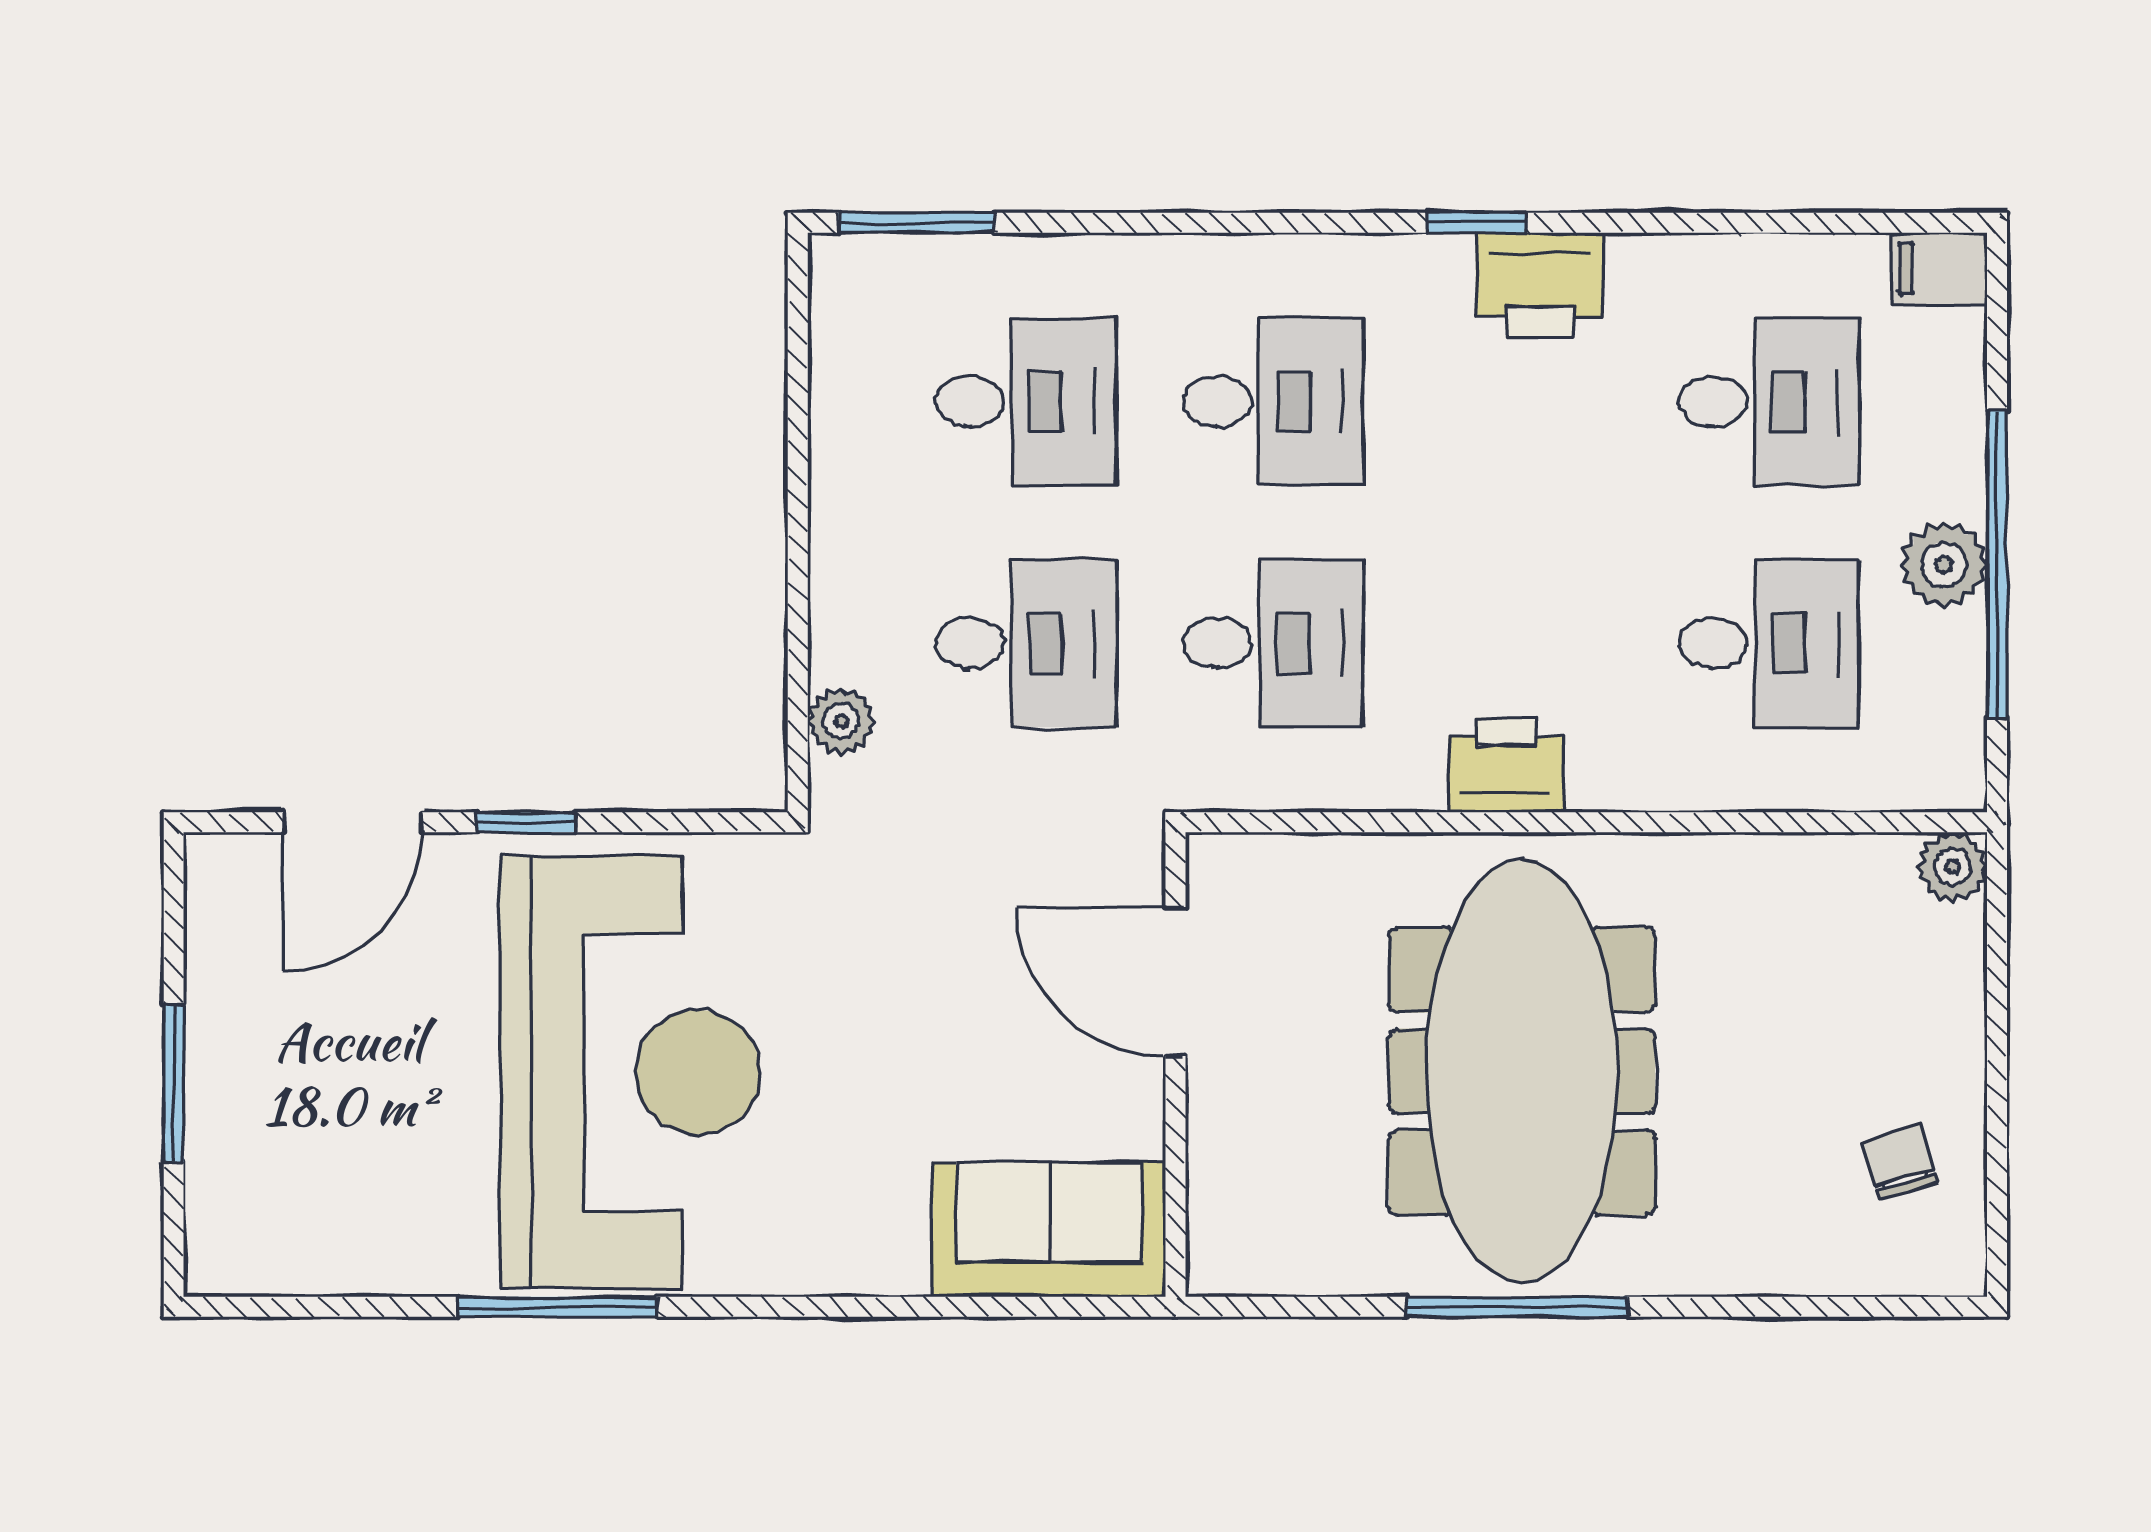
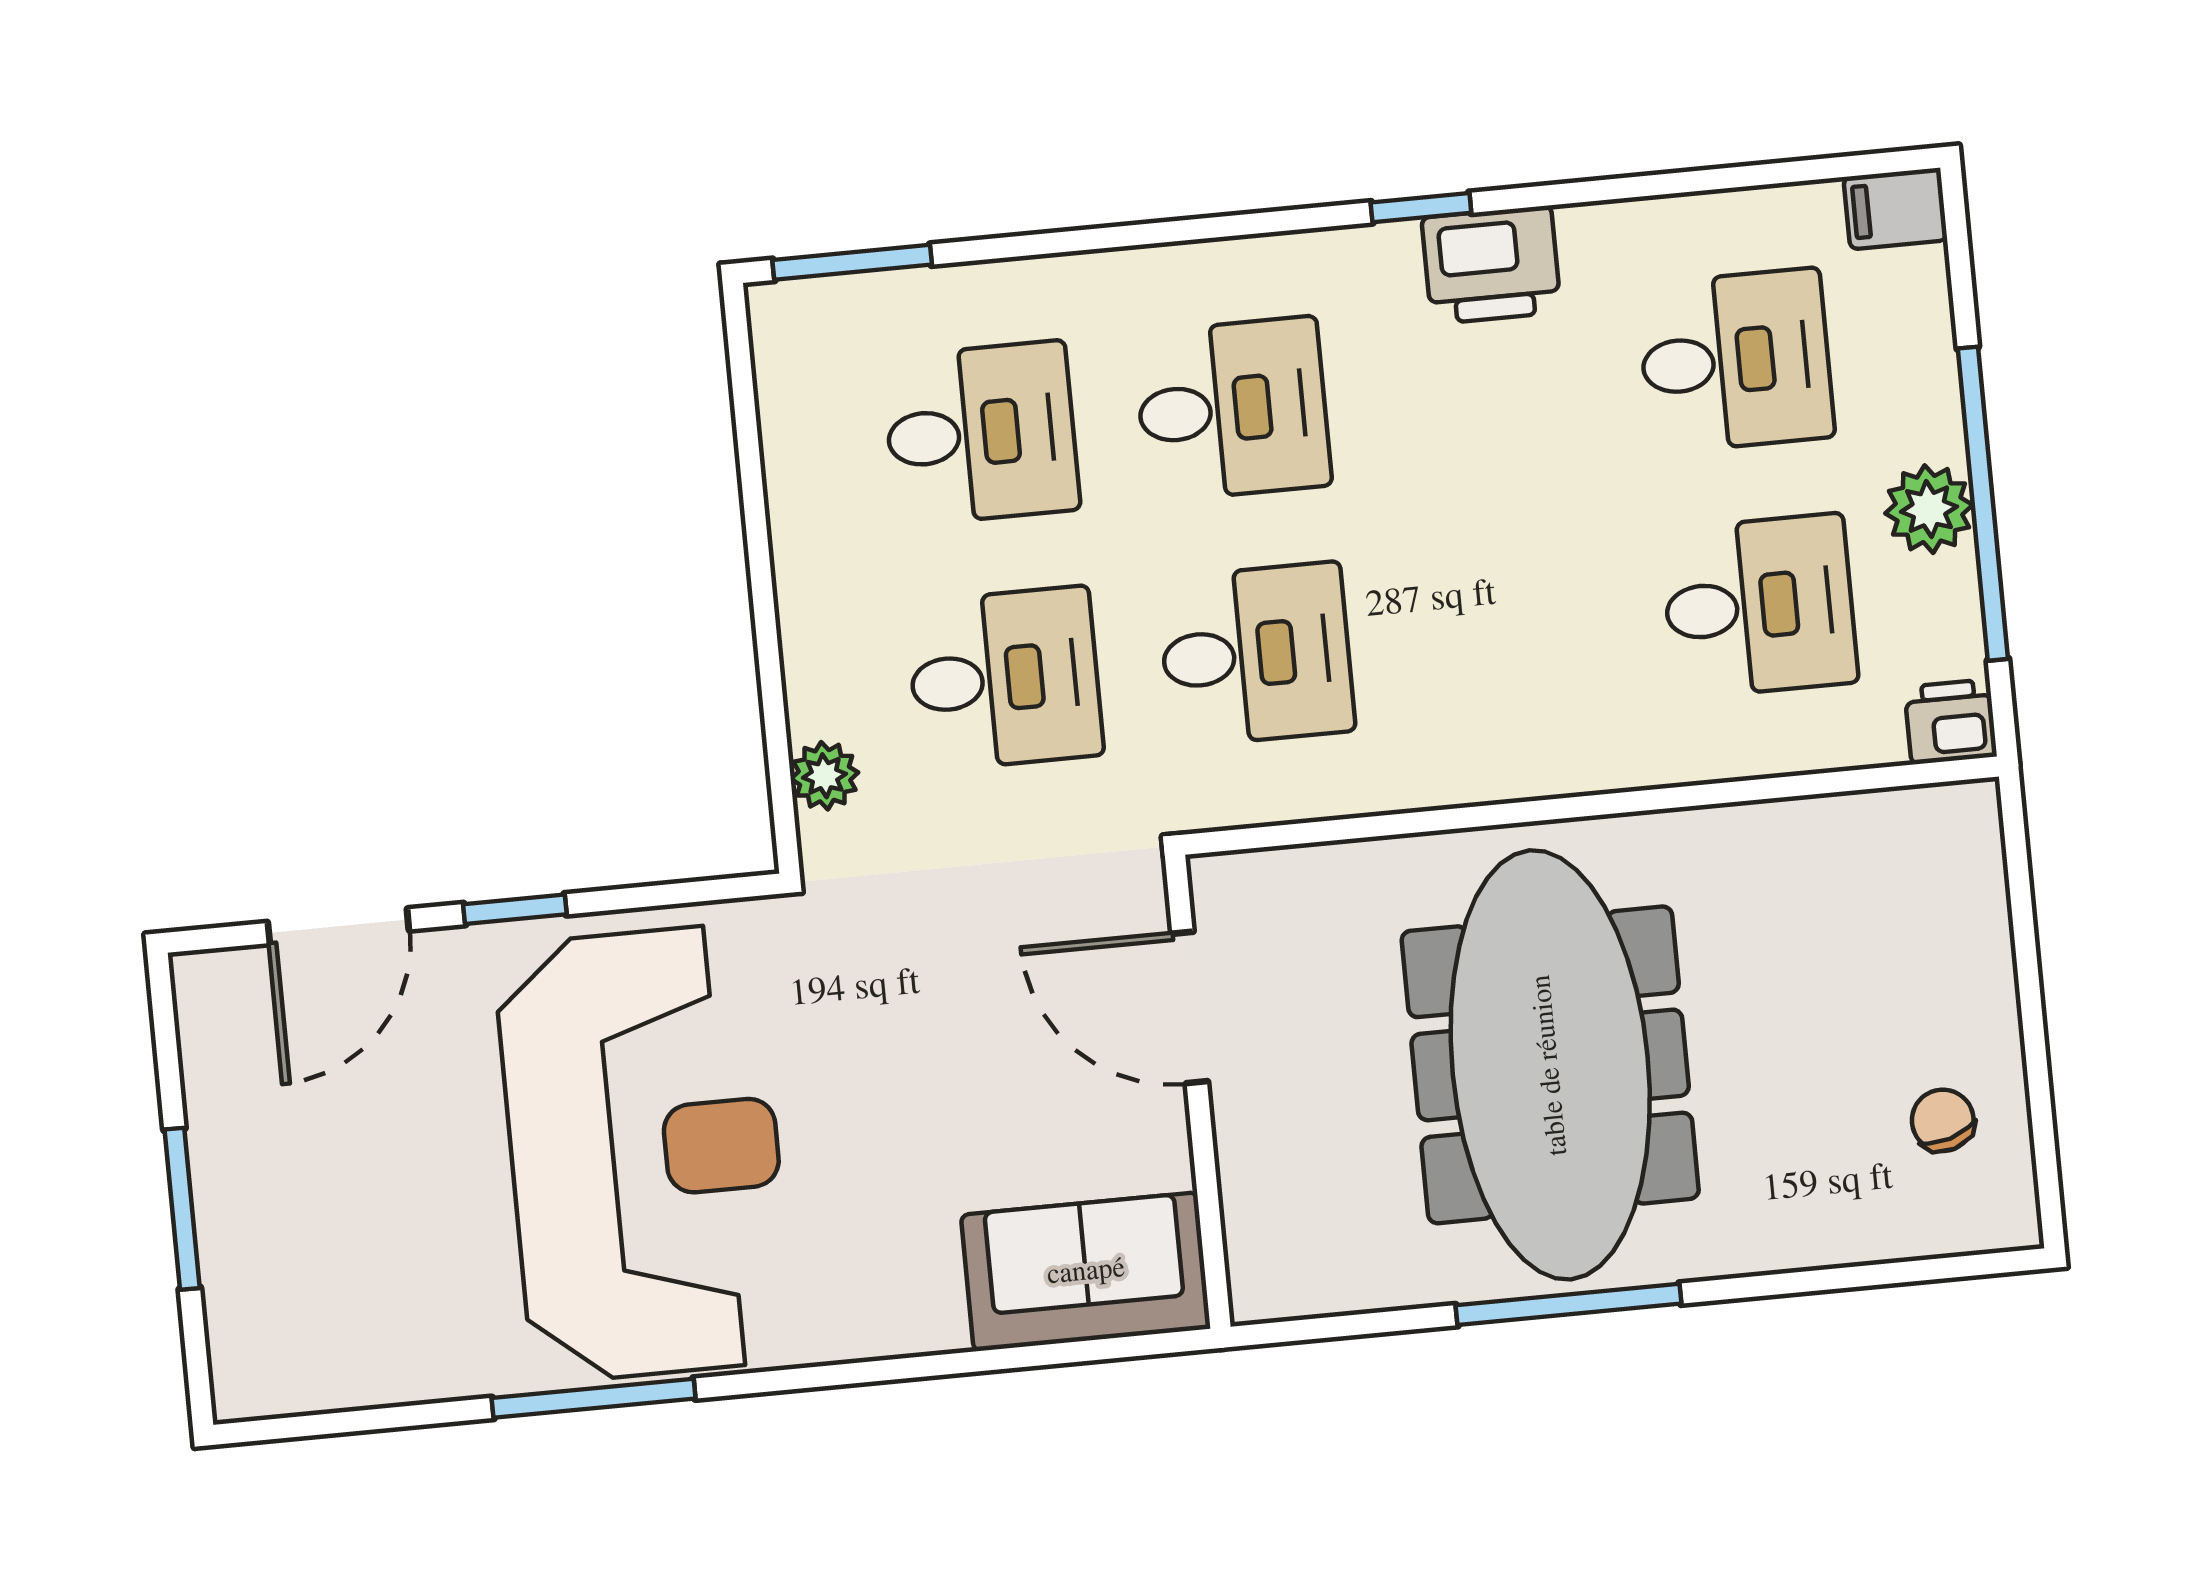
printer: (1506, 765) -> (1951, 722), moved, width x0.73, depth x0.81
plant: (1952, 867) -> (1967, 815), removed

